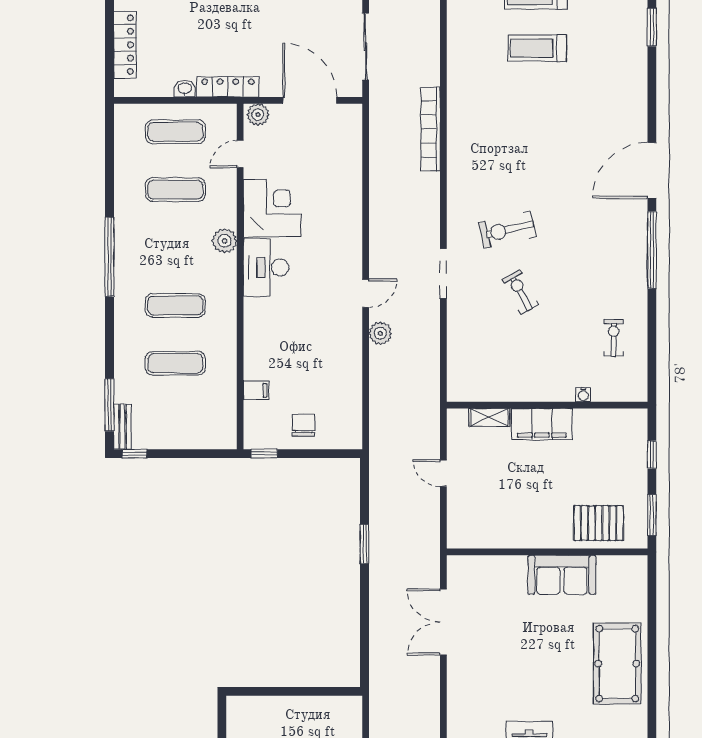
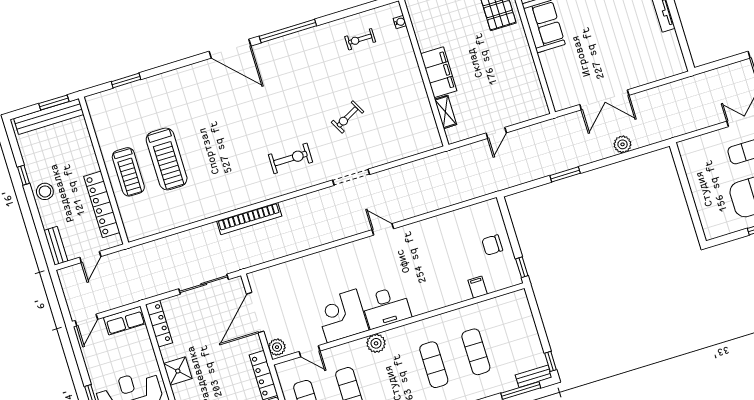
treadmill: (537, 48) -> (167, 159), width x1.37, depth x1.38
exercise bike: (507, 230) -> (290, 158), moved, turned -77
plant: (380, 333) -> (623, 144), moved
water cooler: (583, 395) -> (400, 22), moved

